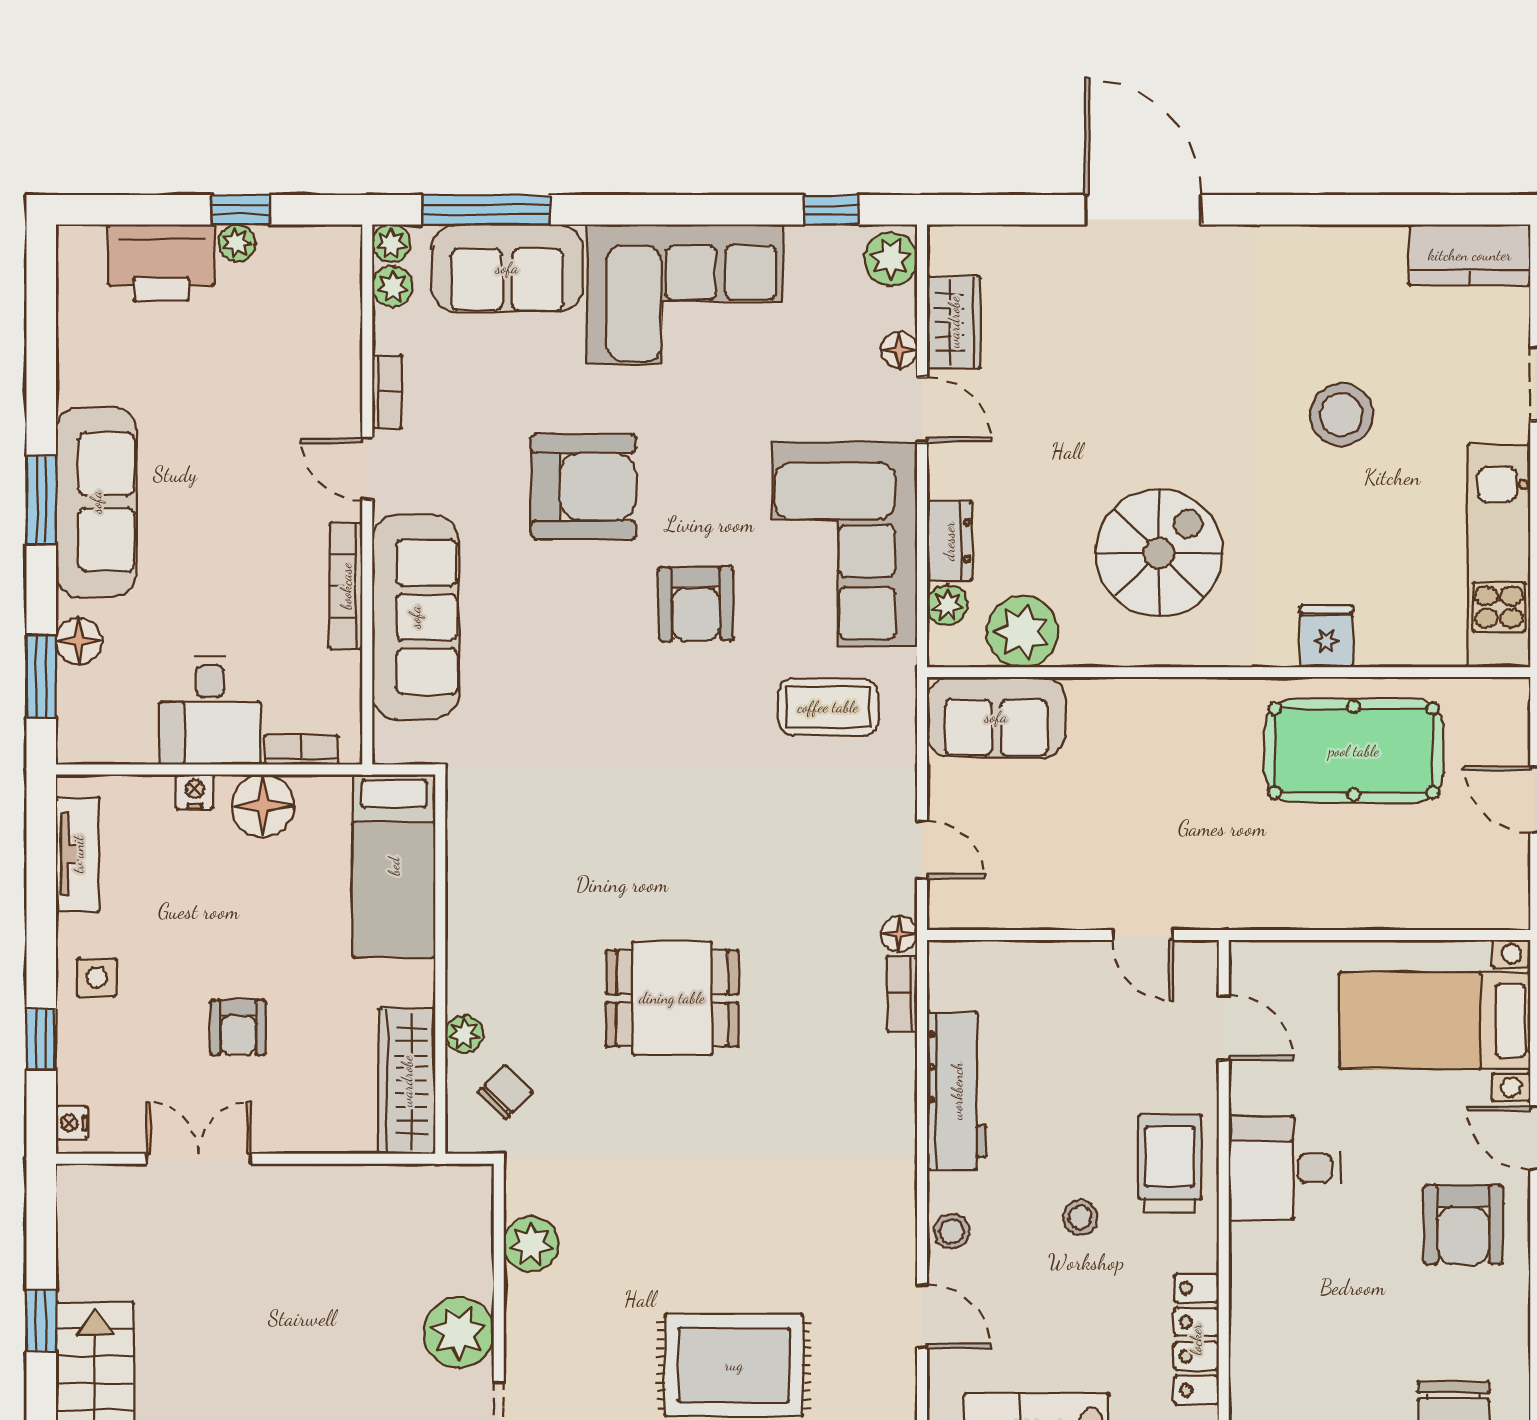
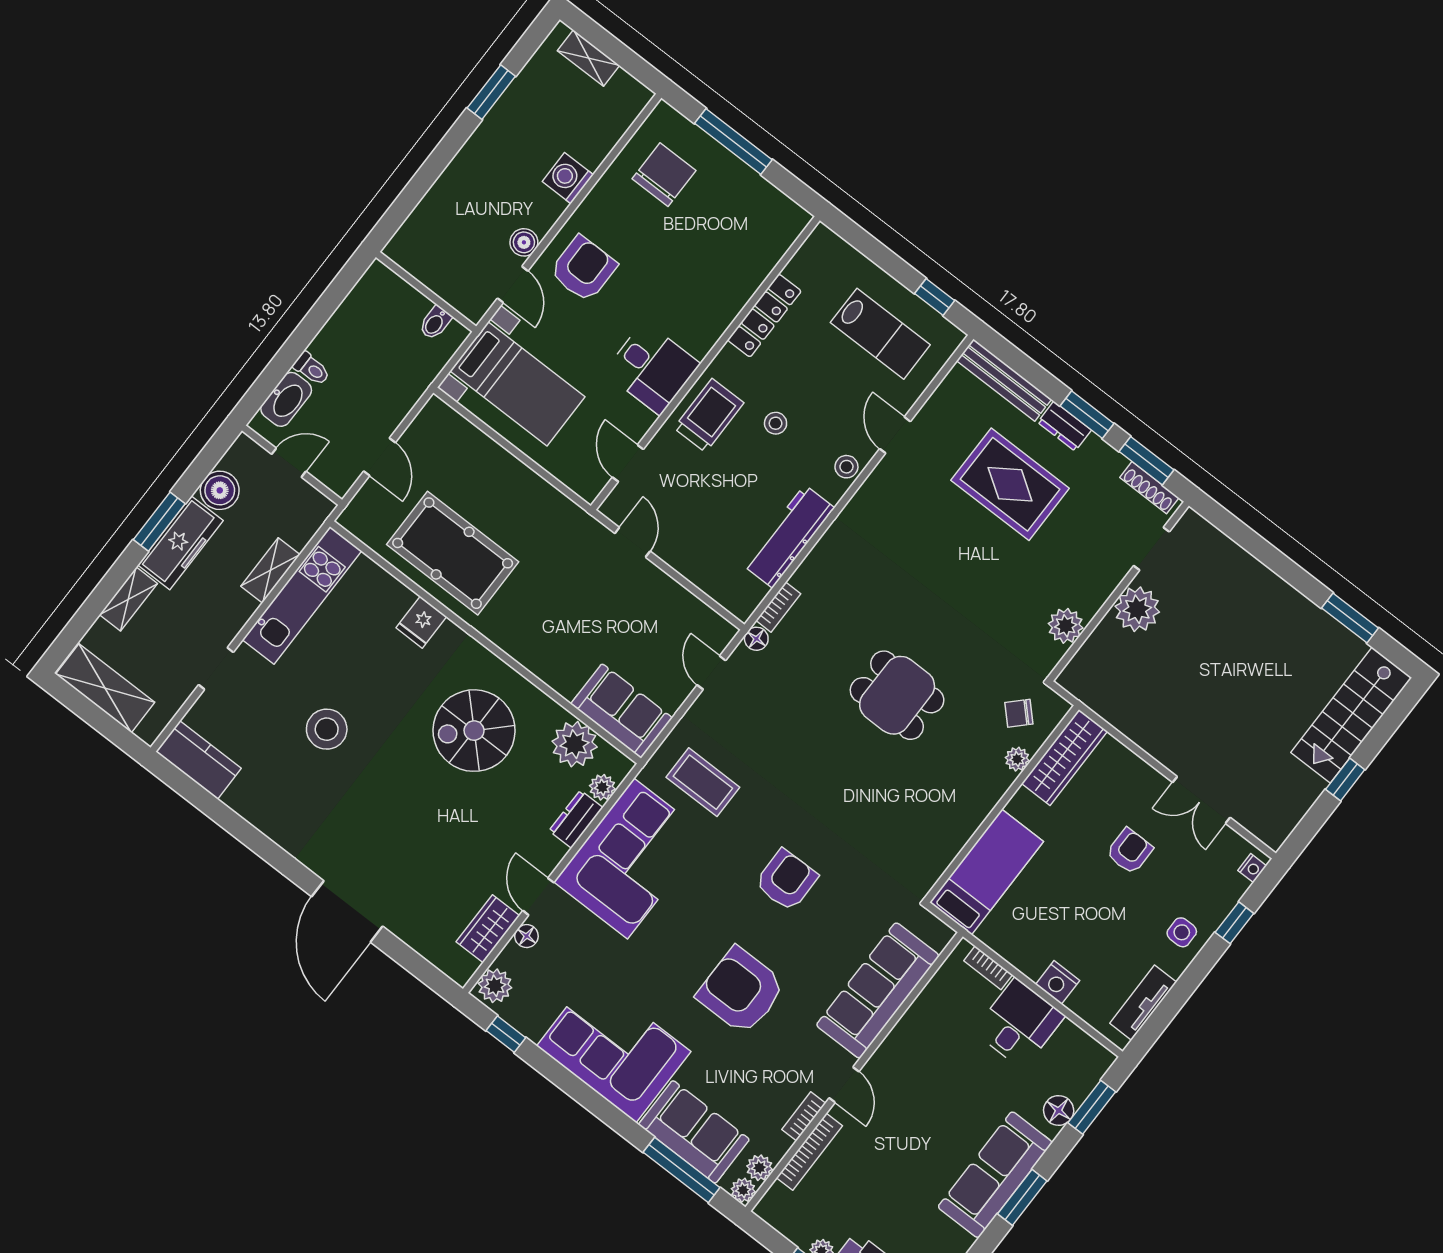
bookcase: (346, 586) -> (809, 1152), moved
armchair: (696, 604) -> (786, 880), moved
nightstand: (195, 792) -> (1058, 982), width x1.39, depth x1.35
floor lamp: (263, 806) -> (1030, 954), removed
trolley: (1170, 1163) -> (709, 415), turned 180

